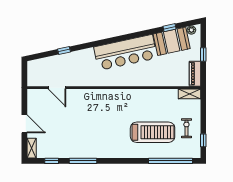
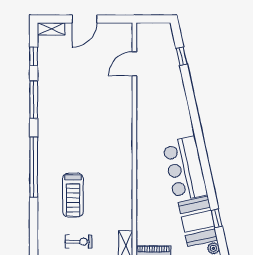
window: (64, 51) -> (182, 56), moved
bar counter: (125, 52) -> (185, 169), width x0.73
treadmill: (153, 132) -> (73, 195), width x0.73, depth x0.73
window: (170, 161) -> (34, 167), moved

